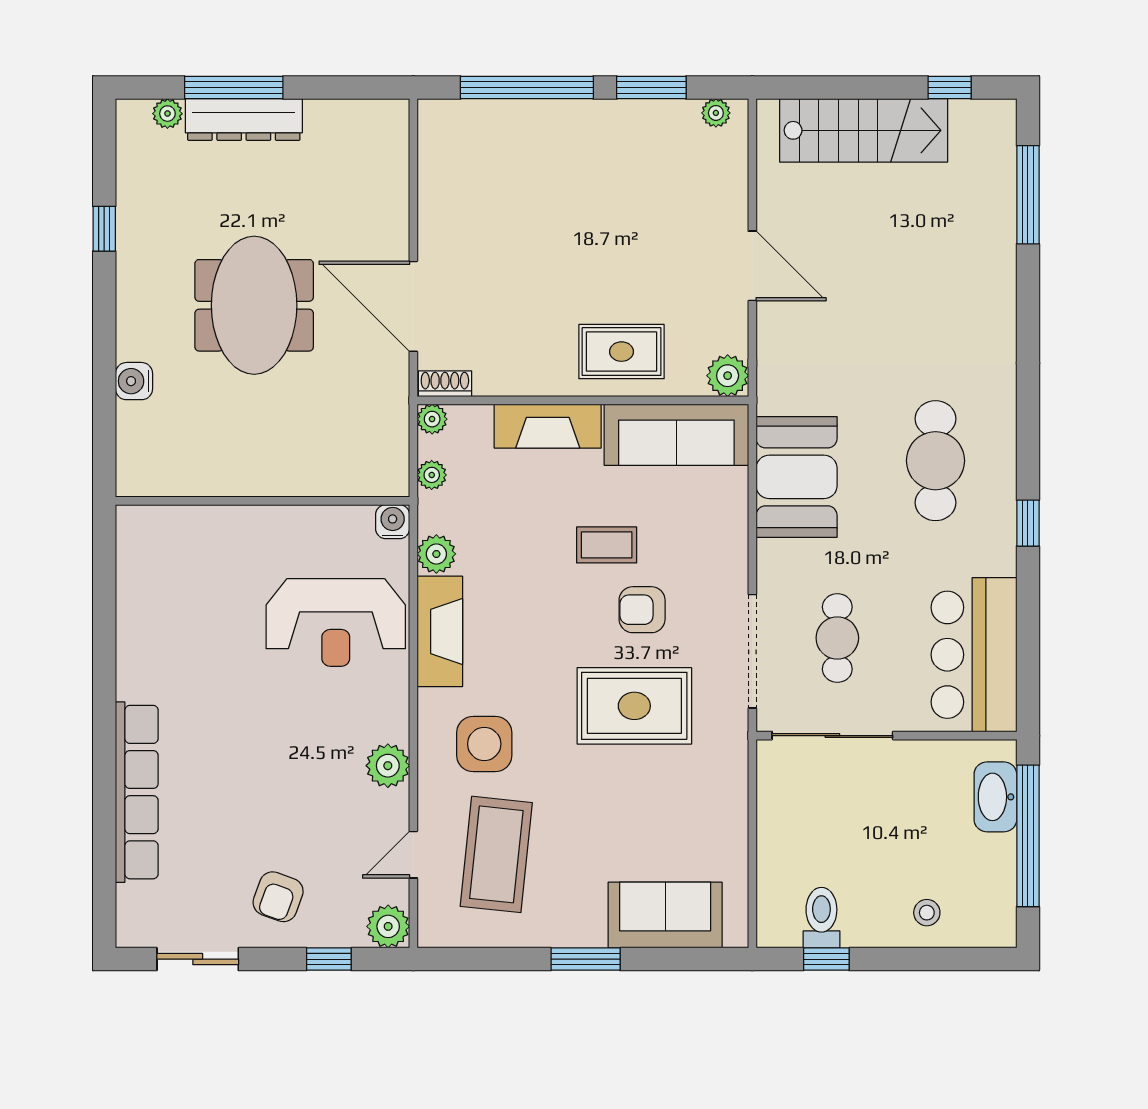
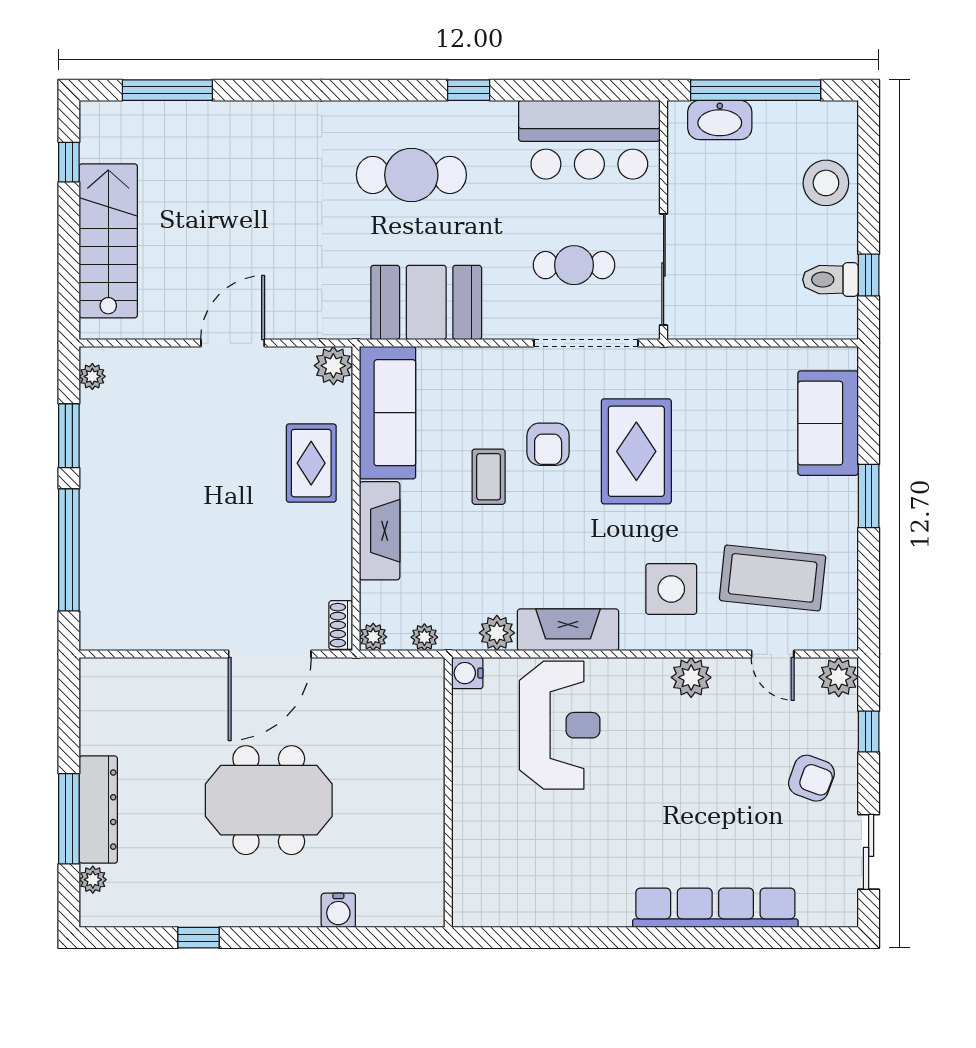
stool: (927, 913) -> (826, 183), width x1.89, depth x1.89

